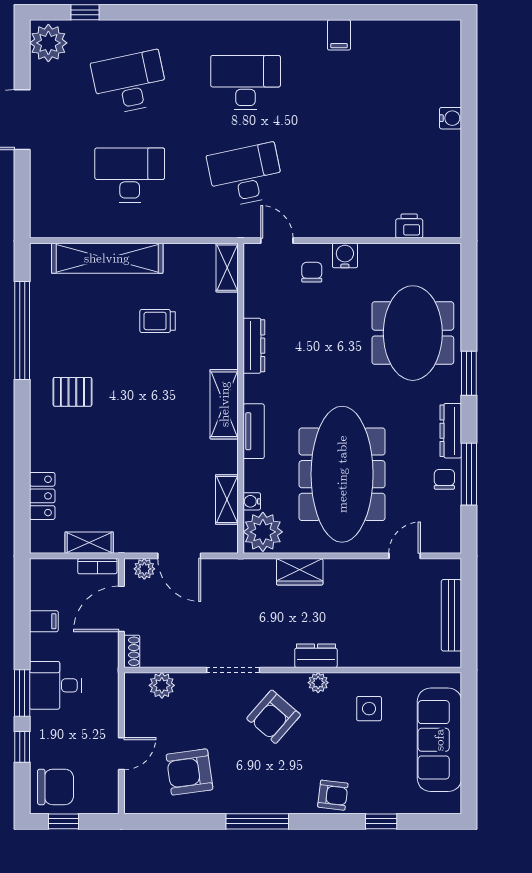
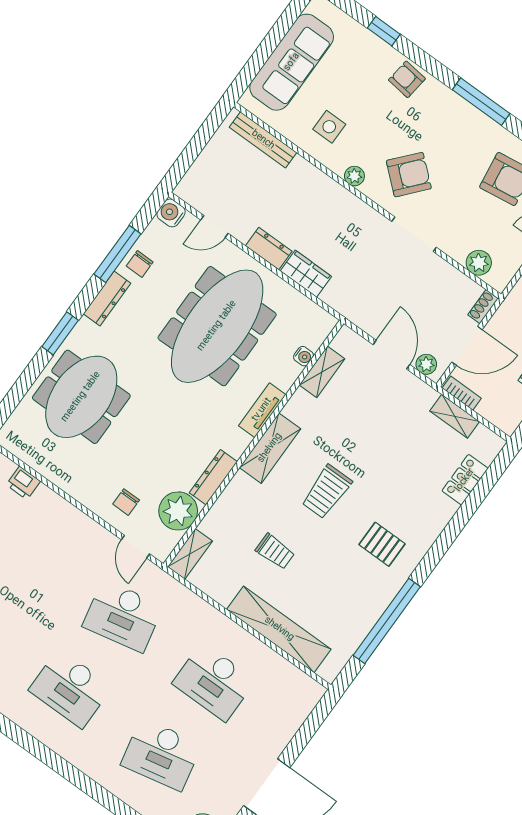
water cooler: (345, 256) -> (171, 213), moved, turned 90
trolley: (151, 402) -> (327, 492), added
plant: (263, 532) -> (178, 511), moved
bench: (451, 615) -> (263, 140), moved, turned 90
dresser: (316, 656) -> (269, 249), moved, turned 180

